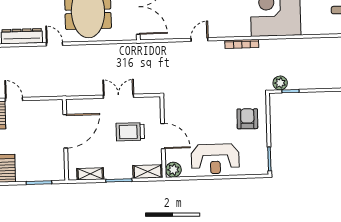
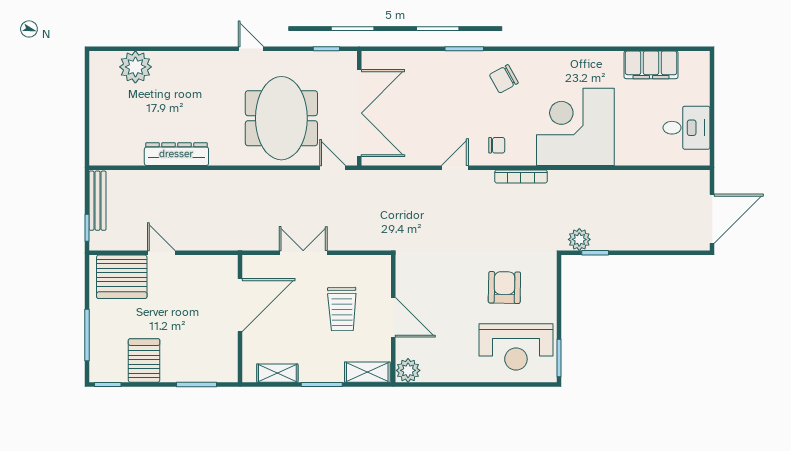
chair: (226, 25) -> (497, 145), added
door: (54, 44) -> (333, 168), moved
double door: (118, 96) -> (303, 253), moved
armchair: (247, 119) -> (504, 287), moved
trolley: (130, 132) -> (342, 309), turned -91
reception desk: (215, 159) -> (516, 347), moved

